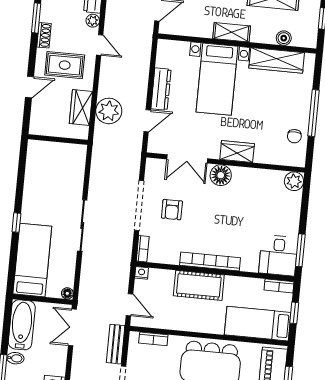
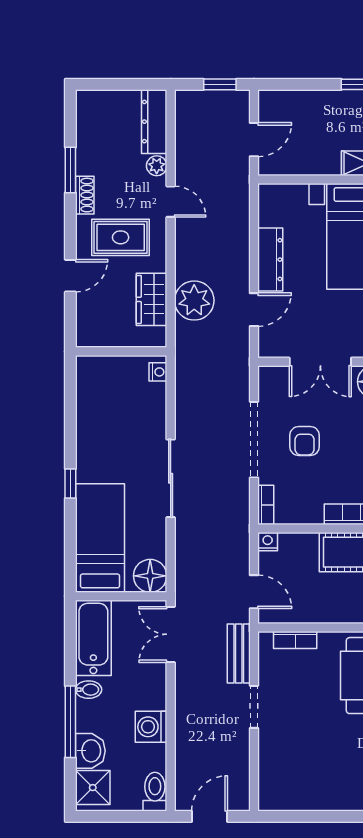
nightstand: (81, 155) -> (158, 372), added
floor lamp: (67, 293) -> (150, 576), width x1.89, depth x1.89

